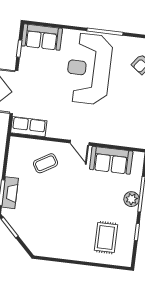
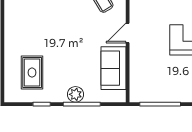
rug: (106, 238) -> (32, 73), turned 90

